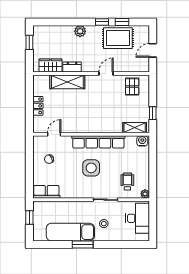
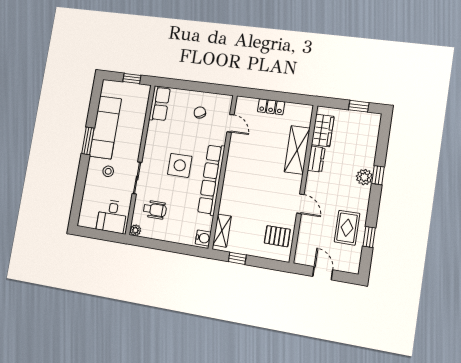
window: (102, 22) -> (378, 175), moved
rug: (118, 38) -> (347, 228), width x0.73, depth x0.70
desk: (138, 218) -> (112, 216), width x0.73

